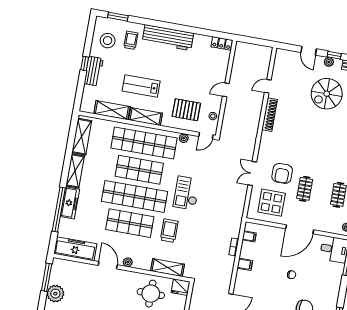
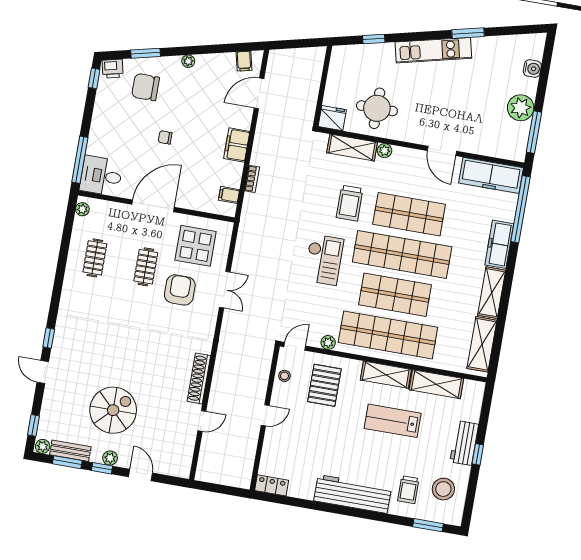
lab bench: (141, 86) -> (393, 421), turned 180
pallet: (186, 110) -> (324, 385), turned 90
window: (59, 209) -> (521, 209), moved
plant: (128, 262) -> (384, 151), moved
filing cabinet: (245, 264) -> (237, 145), width x2.00

